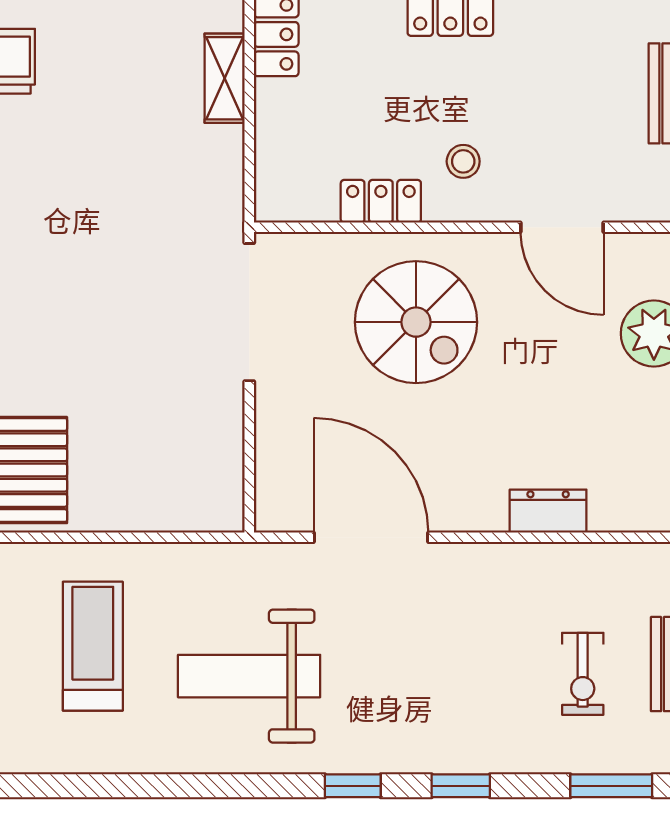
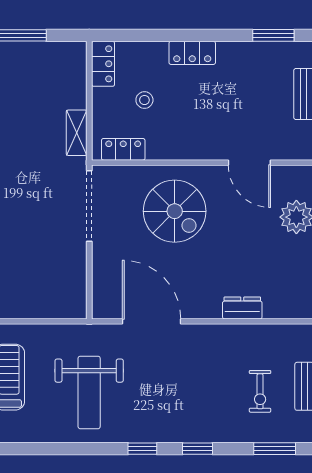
shelving: (225, 78) -> (77, 133), moved
stool: (463, 161) -> (144, 100), moved
locker: (381, 201) -> (123, 149), moved
weight bench: (249, 676) -> (89, 392), turned -90

